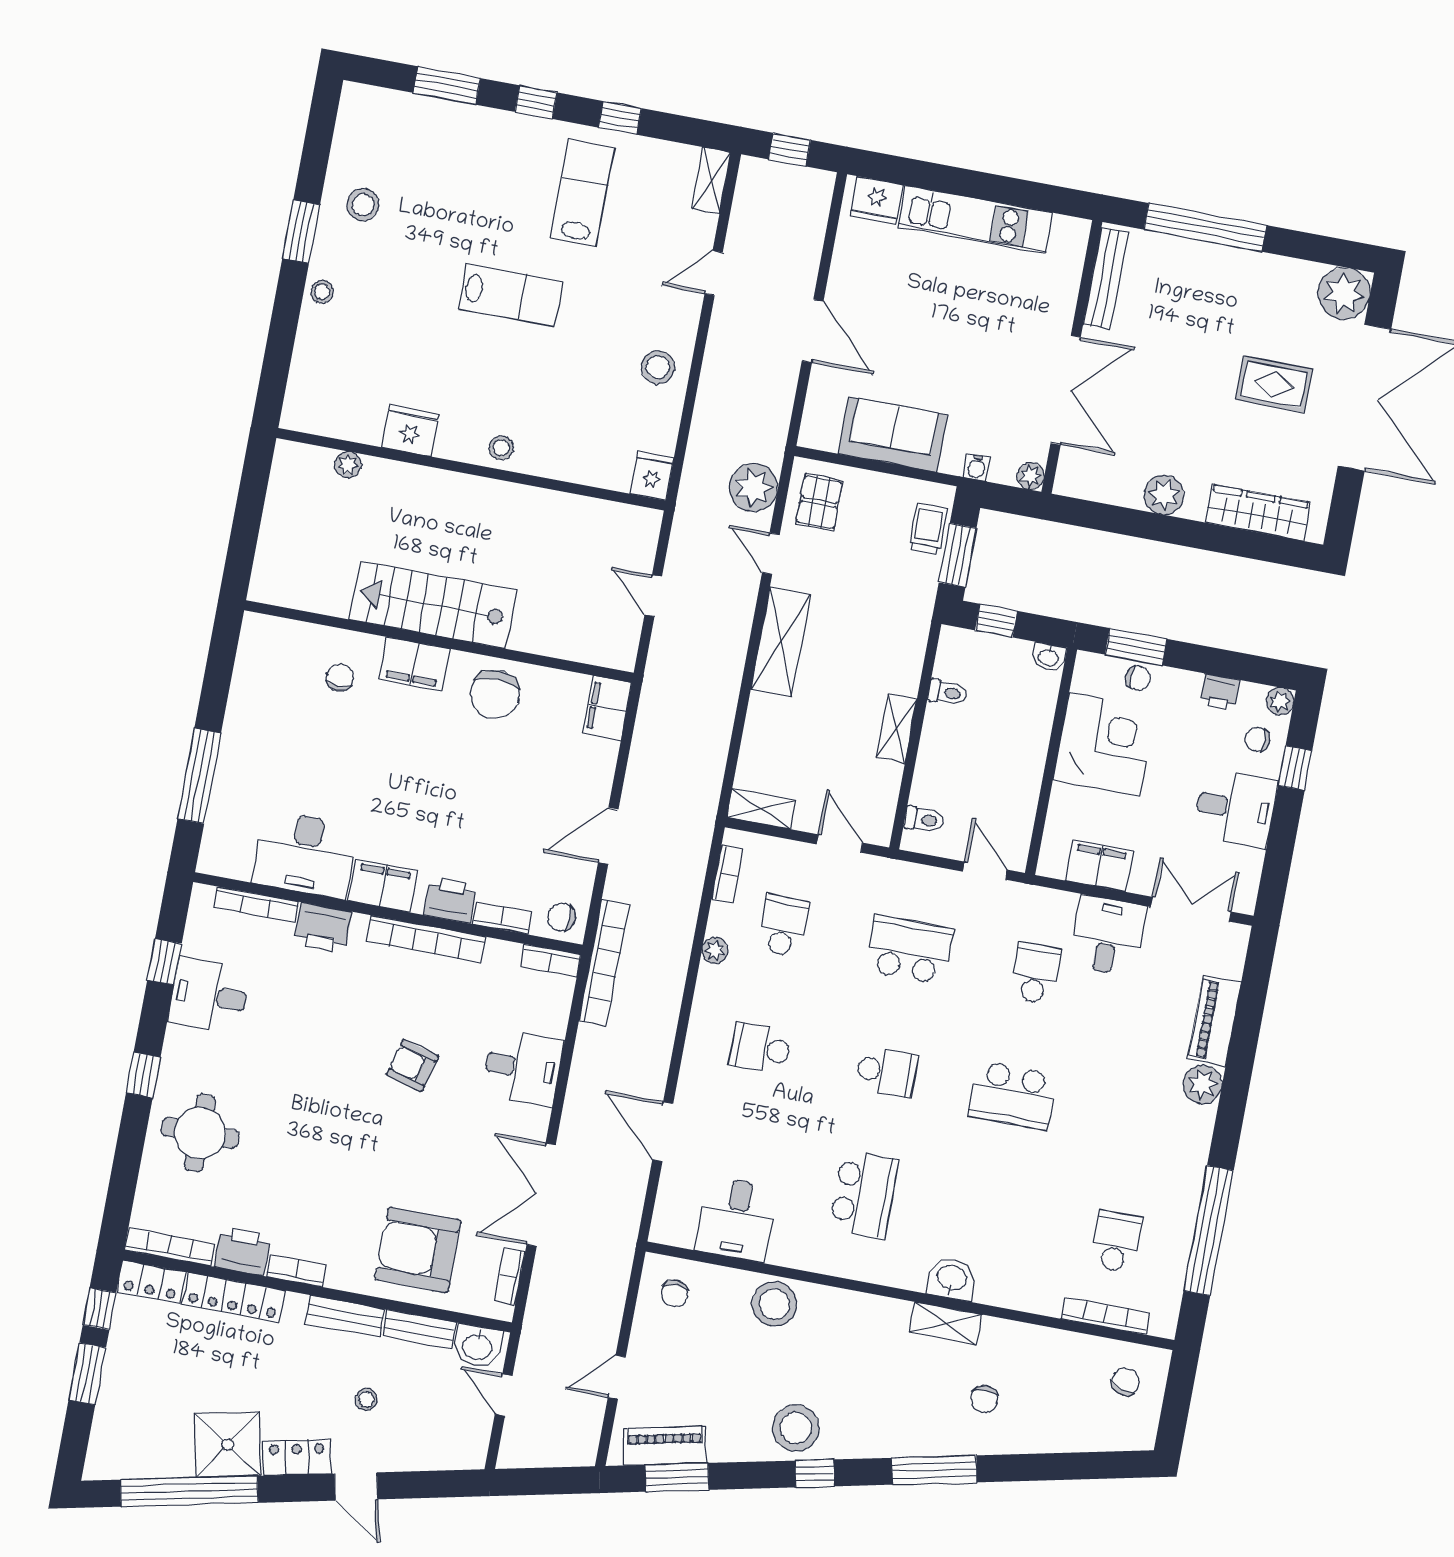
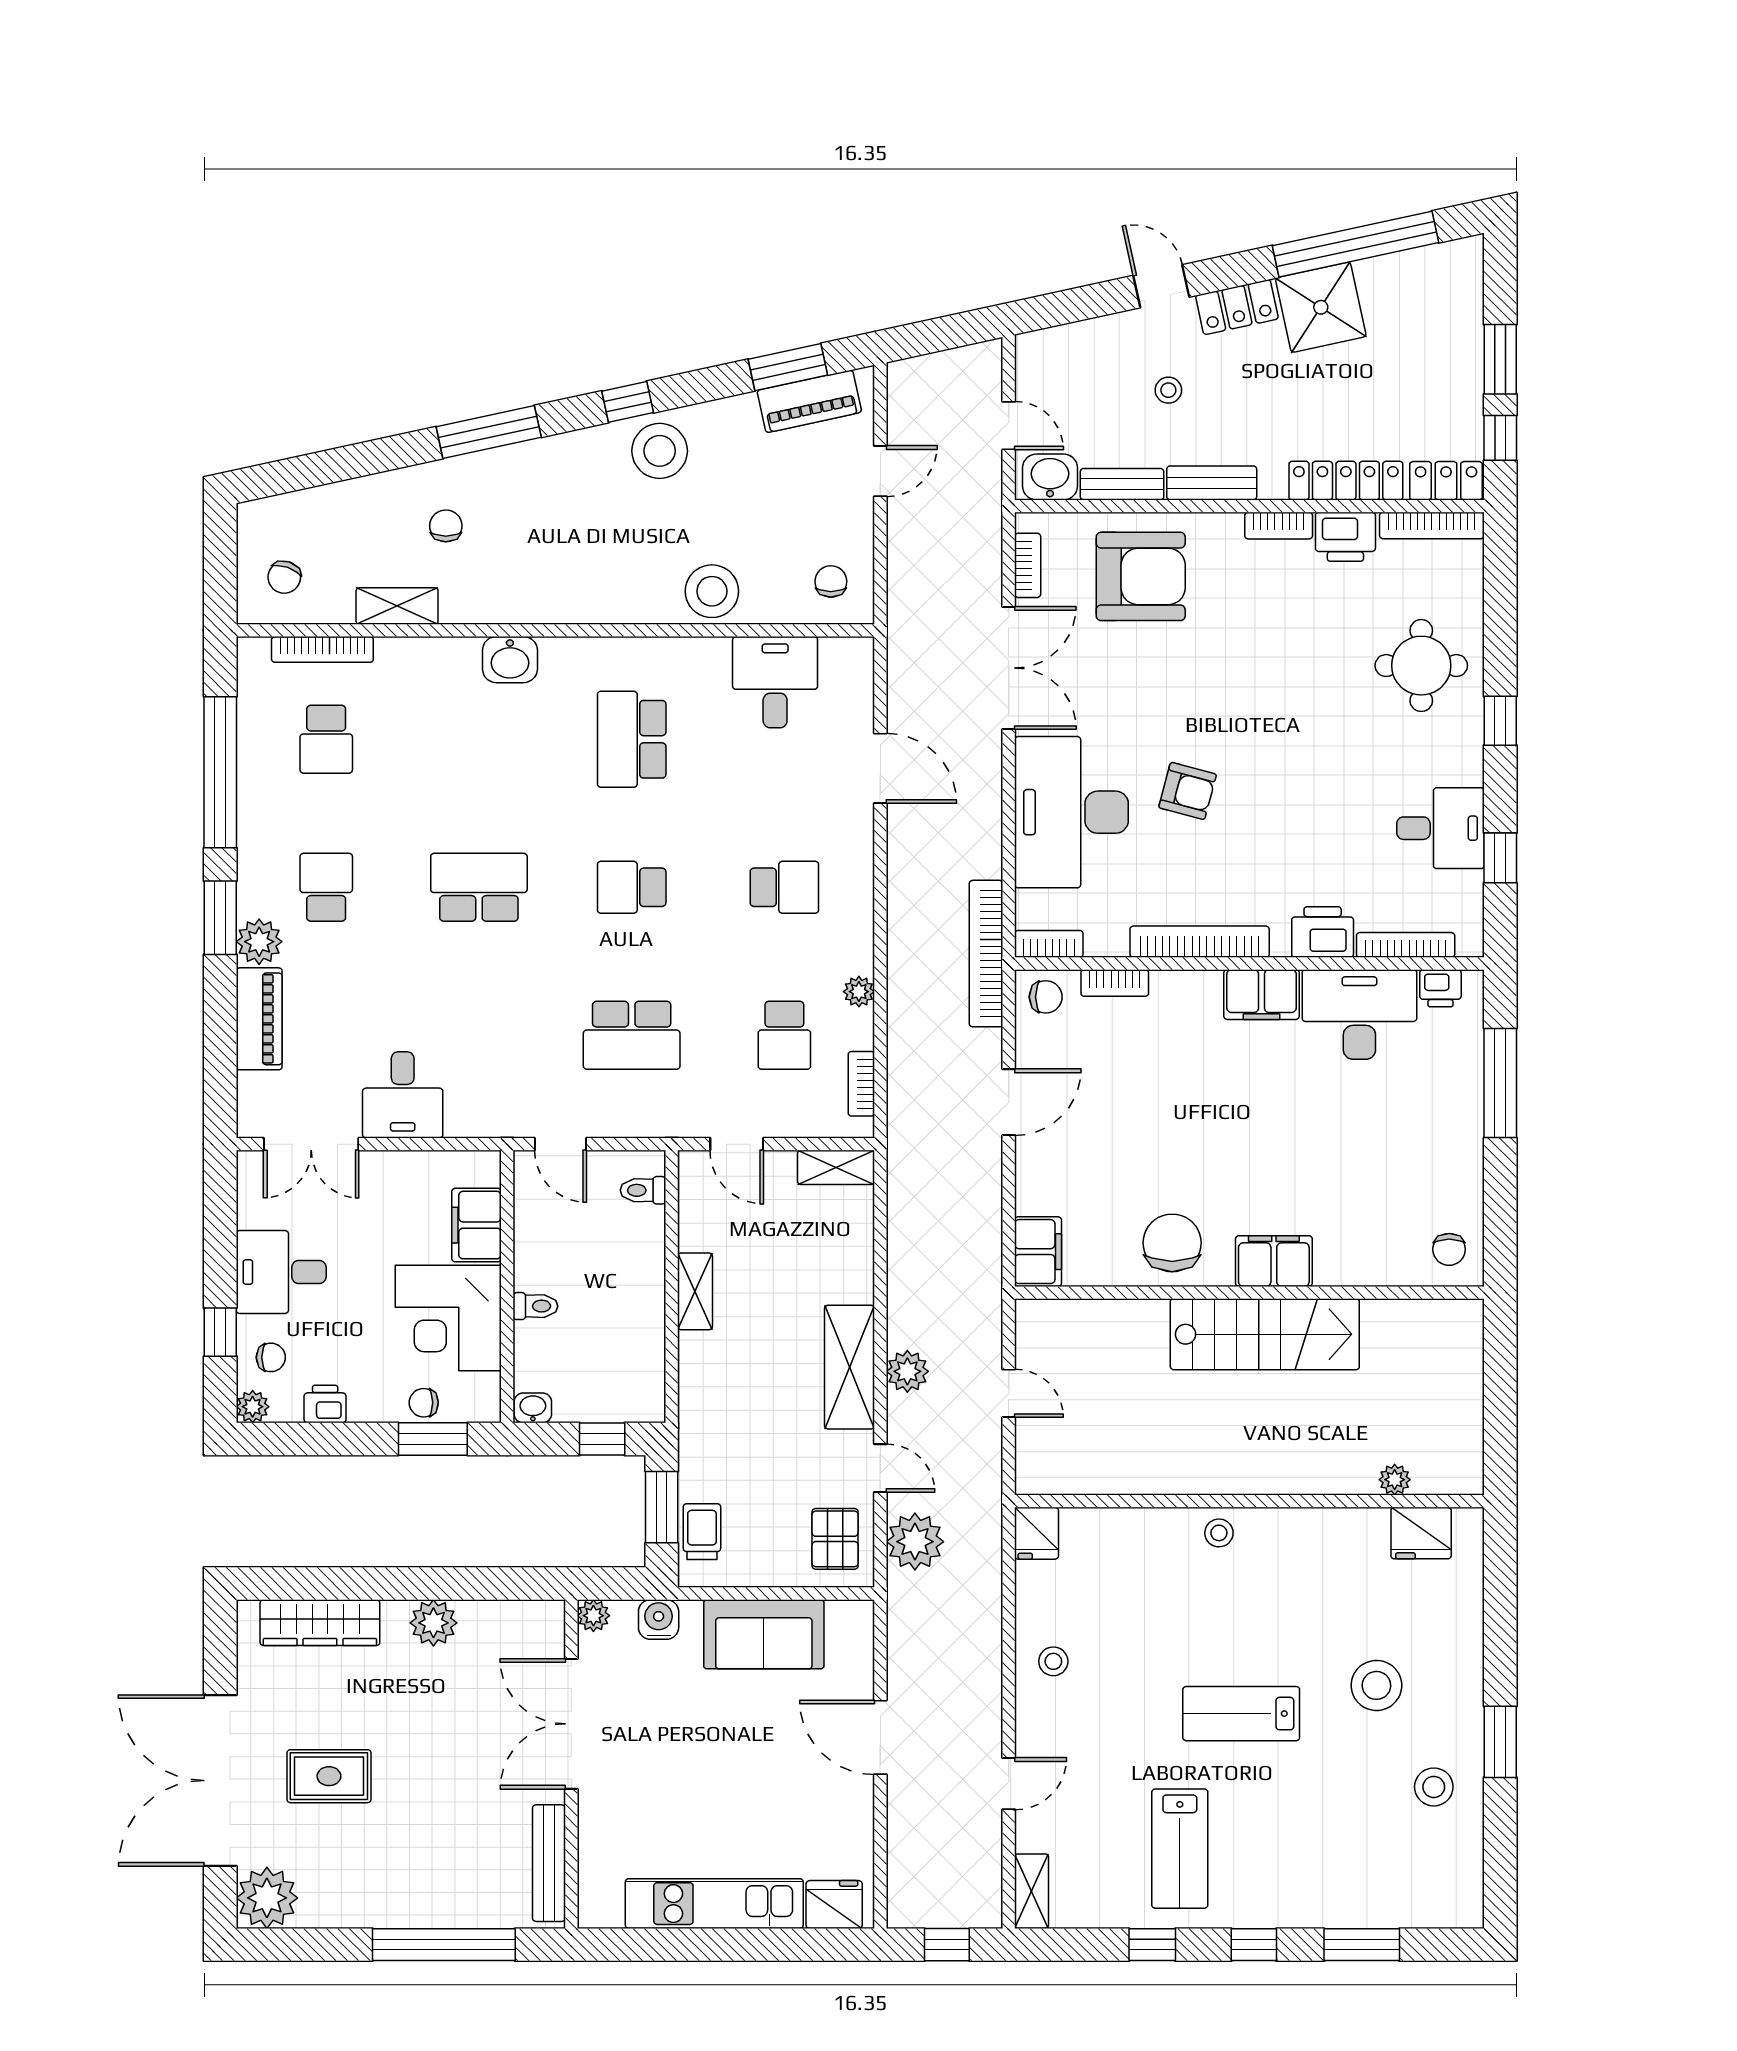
stool: (322, 292) -> (1376, 1685), moved, width x1.89, depth x1.89
stool: (658, 367) -> (1053, 1661), width x0.73, depth x0.73
fridge: (410, 431) -> (1421, 1533), moved
water cooler: (977, 467) -> (659, 1619), width x1.38, depth x1.38
trolley: (928, 529) -> (702, 1532), turned 180
plant: (734, 629) -> (907, 1371), added
chair: (340, 678) -> (1449, 1249), moved
toilet: (947, 693) -> (535, 1306), moved, turned 180
filing cabinet: (1099, 866) -> (477, 1225), moved, turned 90
printer: (450, 900) -> (1440, 988), moved, width x0.73, depth x0.81
school desk: (1036, 973) -> (326, 887), moved, turned 180
desk: (522, 1068) -> (1071, 812), width x1.87, depth x1.30
window: (1231, 1110) -> (220, 918), added
shelving: (946, 1323) -> (397, 606), moved

